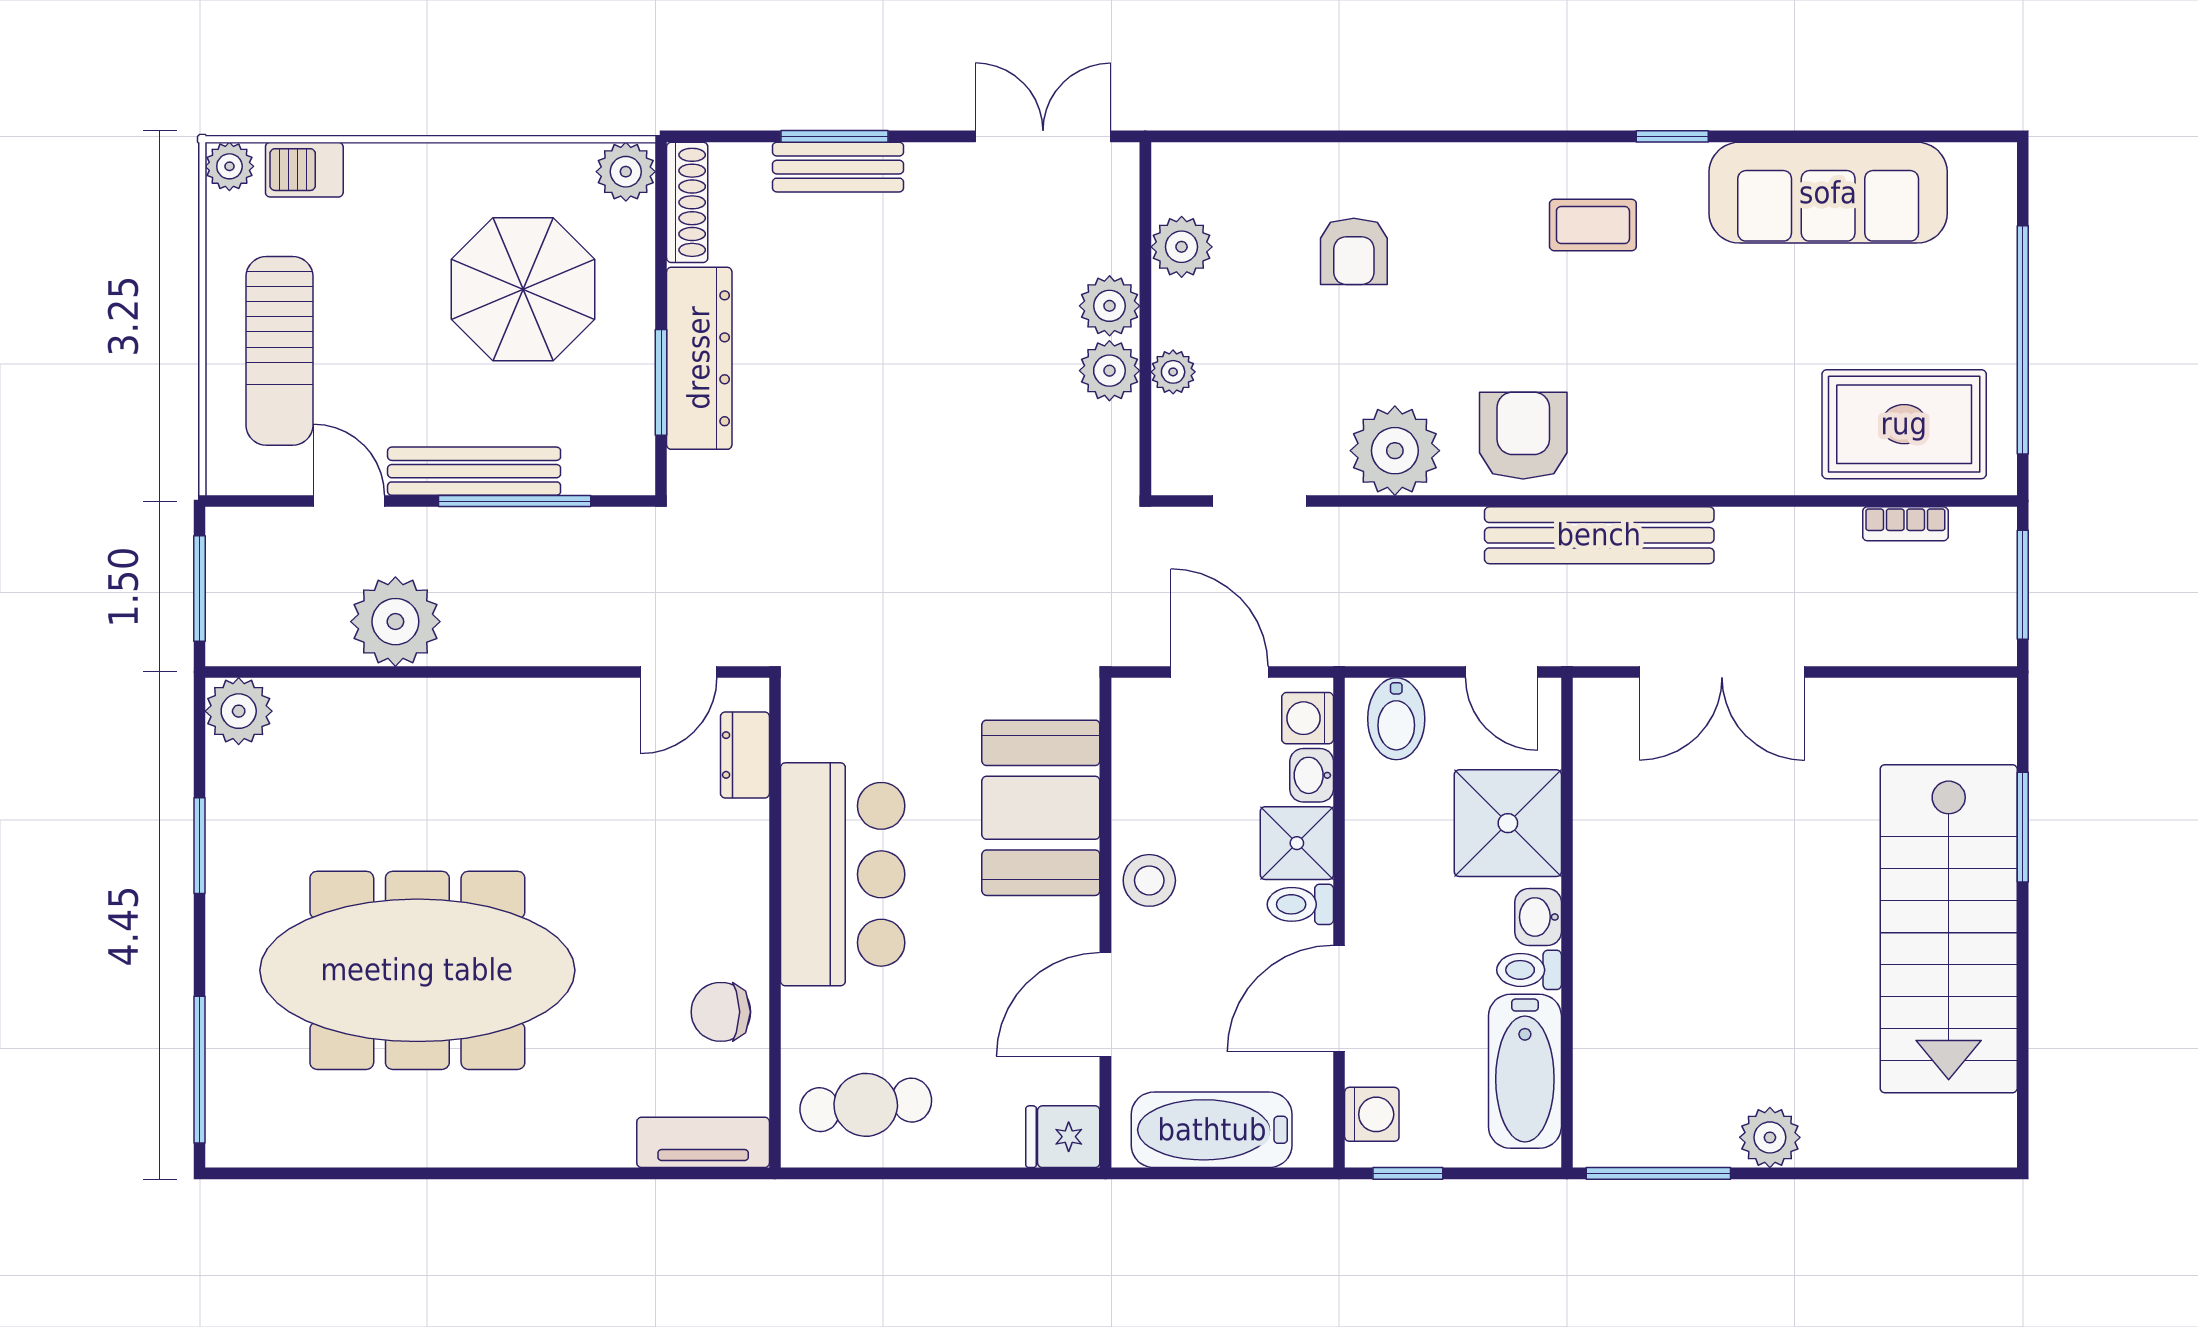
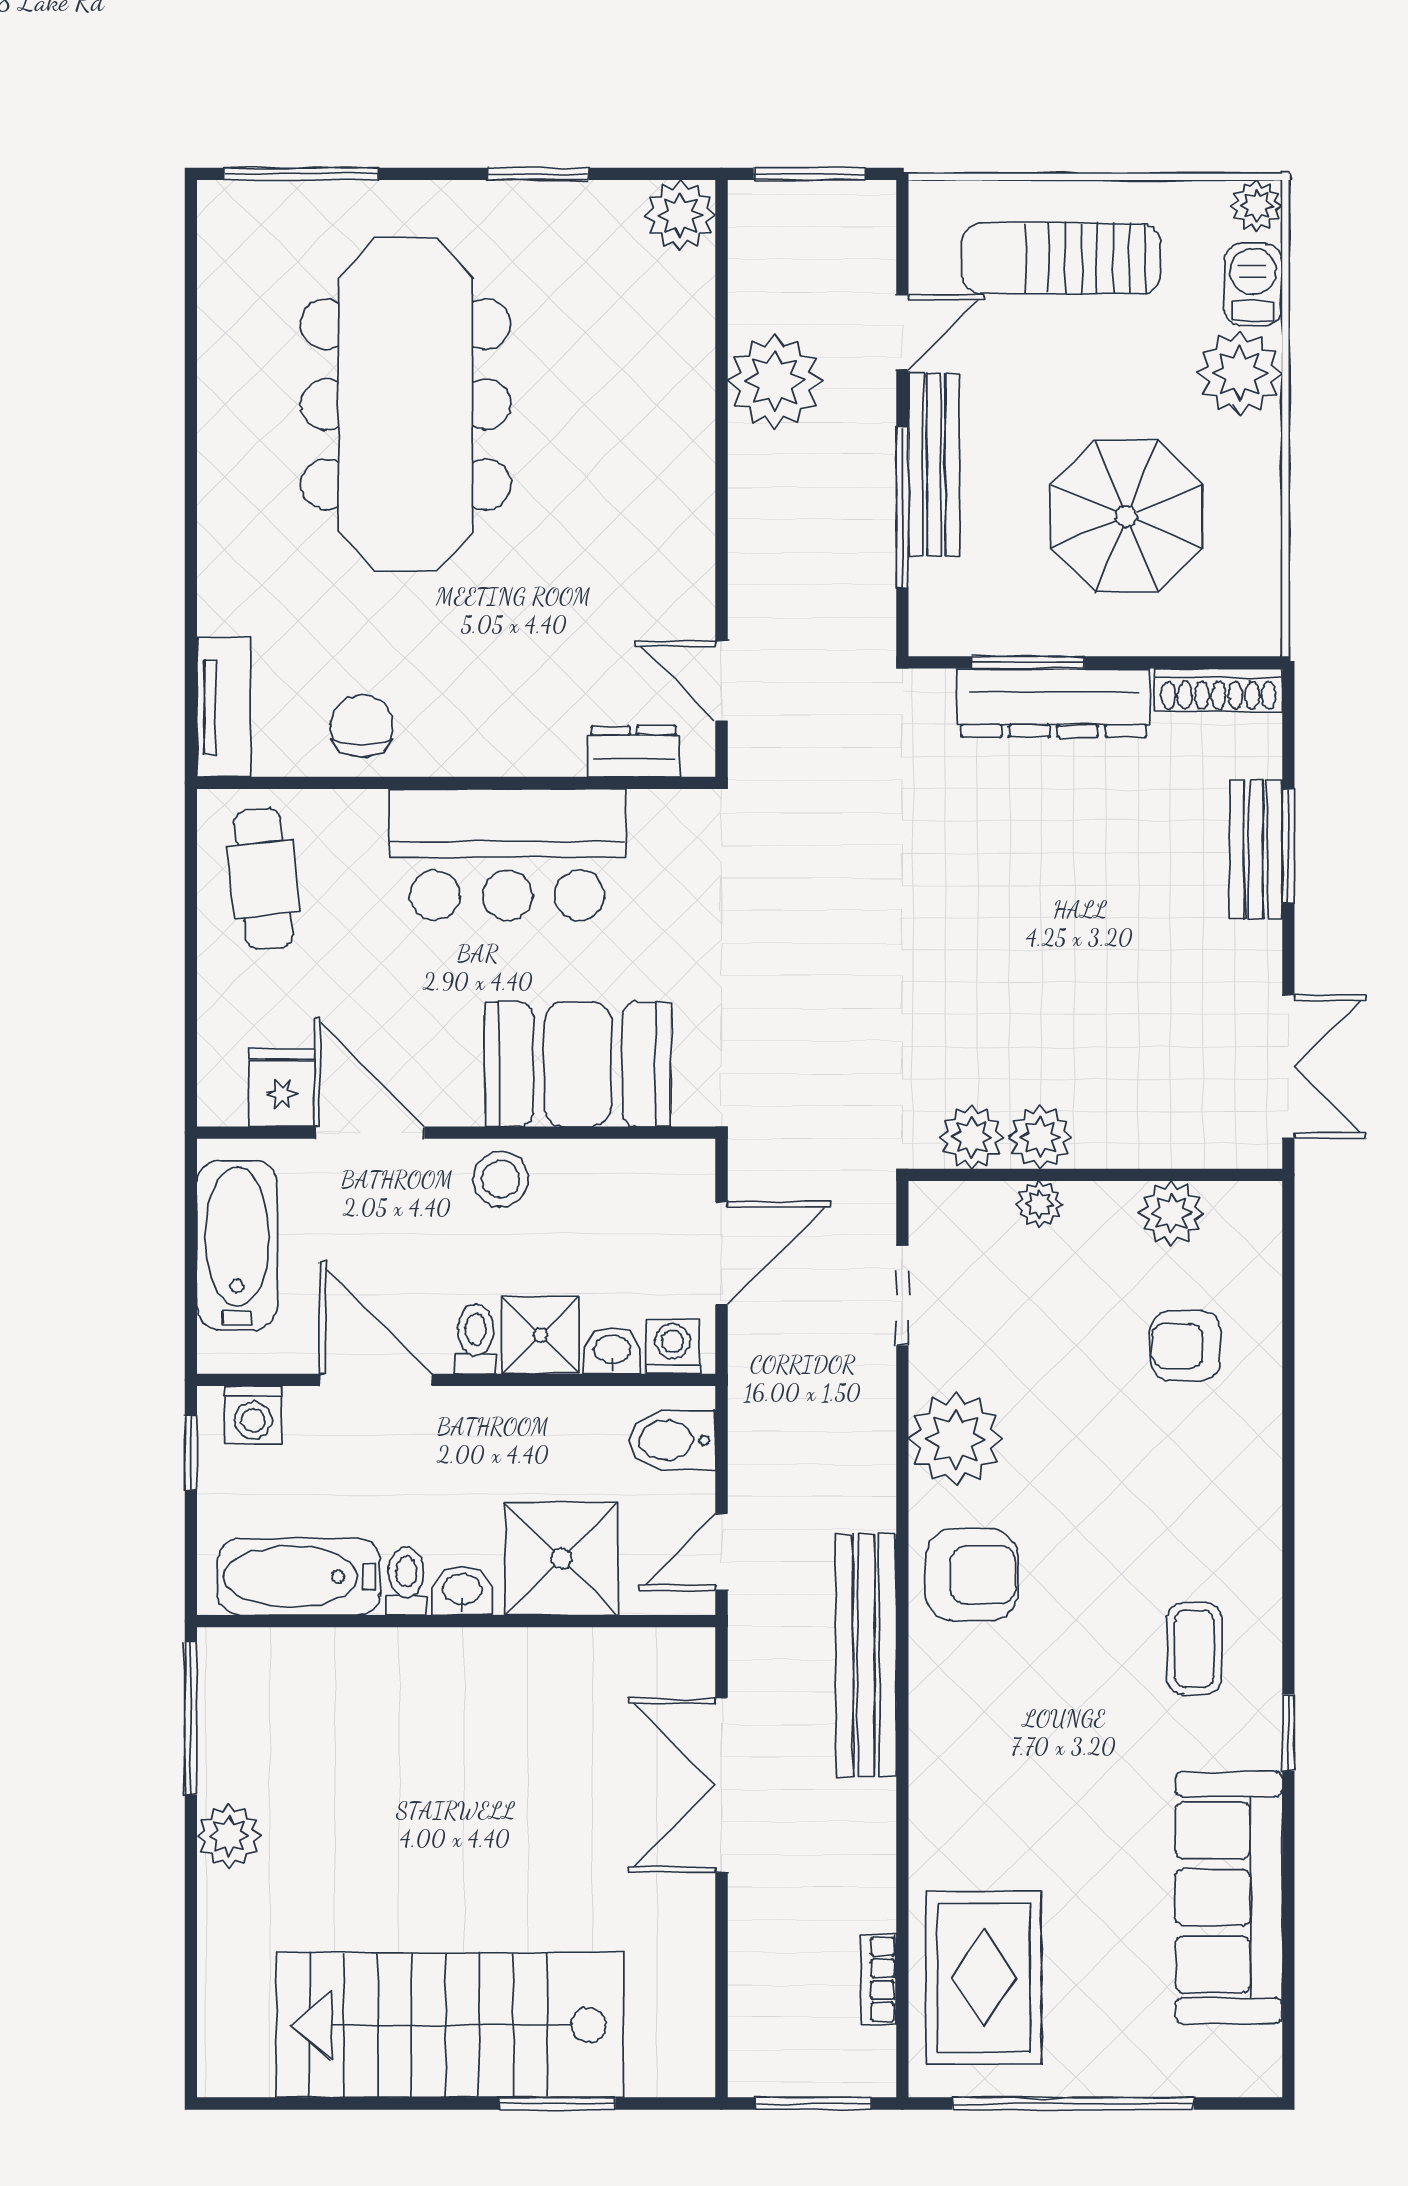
plant: (626, 172) -> (1240, 373), moved, width x1.36, depth x1.36
armchair: (1354, 251) -> (1185, 1346), moved
plant: (1110, 306) -> (972, 1137), moved
fridge: (1063, 1137) -> (282, 1088), moved

